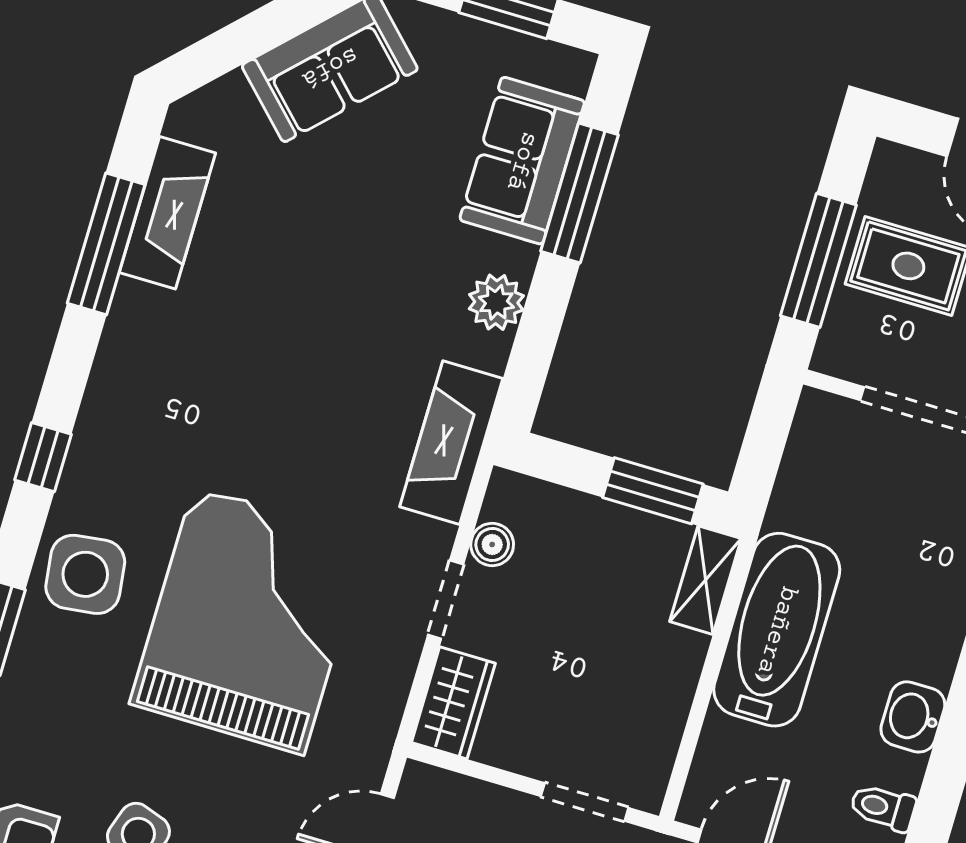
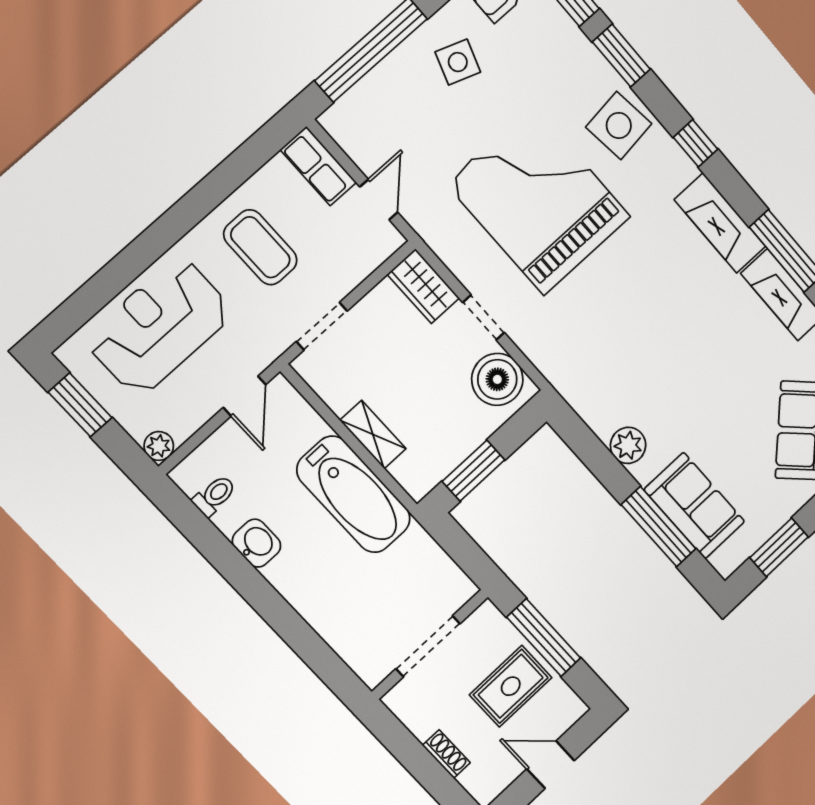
fireplace: (451, 443) -> (720, 223), moved, turned 180
boiler: (492, 544) -> (497, 379), width x1.86, depth x1.86
shelving: (705, 580) -> (373, 434), moved
grand piano: (249, 620) -> (539, 200), turned 180

